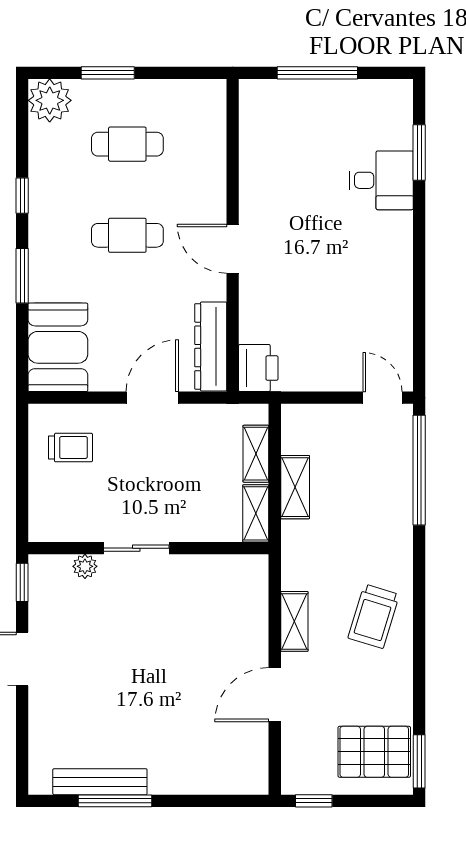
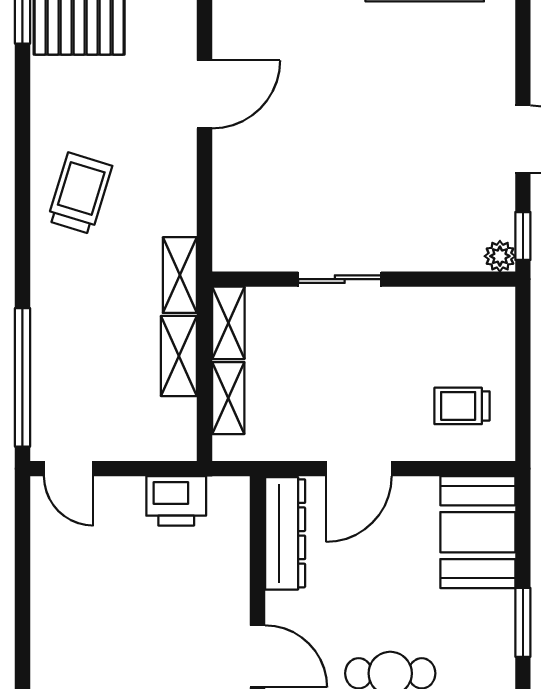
printer: (258, 368) -> (176, 501), moved, turned -90
sliding door: (136, 548) -> (340, 279), moved
plant: (85, 566) -> (500, 256), moved
shelving: (294, 621) -> (180, 275), moved

